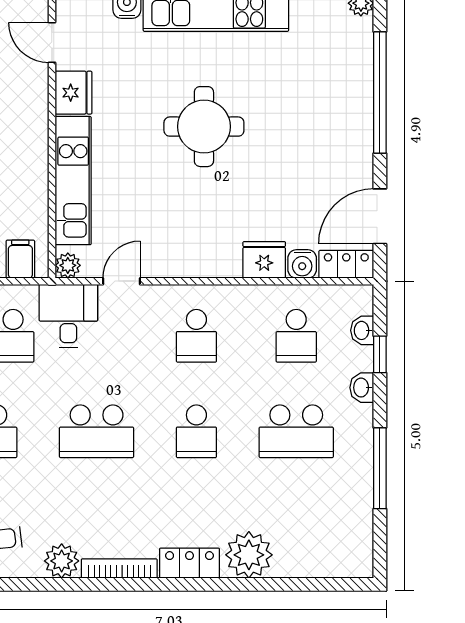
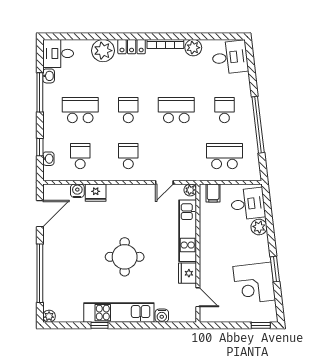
locker: (346, 264) -> (56, 191), removed
desk: (68, 316) -> (58, 53), moved, turned 90
washbasin: (362, 388) -> (49, 76), moved

